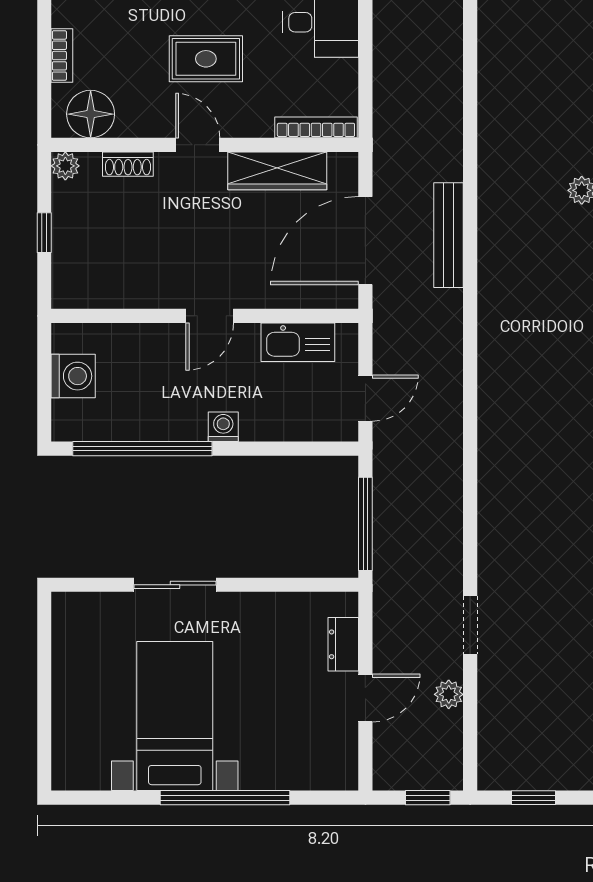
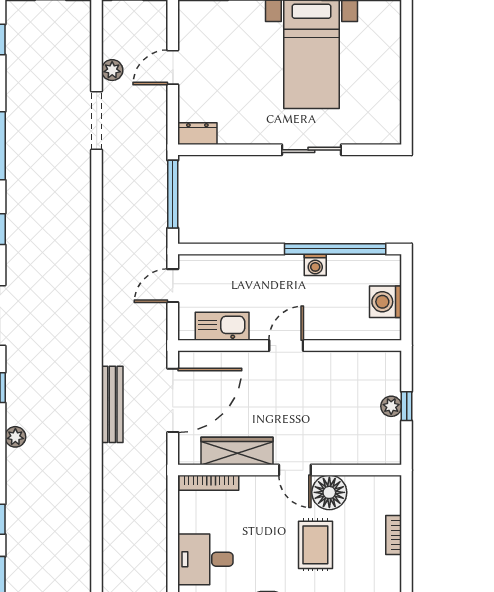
rug: (206, 59) -> (315, 545), moved, turned 90
floor lamp: (91, 114) -> (329, 492), moved
shoe rack: (128, 164) -> (346, 456), removed
plant: (65, 166) -> (391, 406), moved
washing machine: (223, 427) -> (315, 265), moved
doorway: (470, 625) -> (97, 121), width x1.38
dresser: (343, 644) -> (197, 134), moved, turned -90

